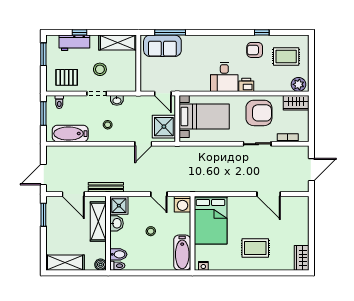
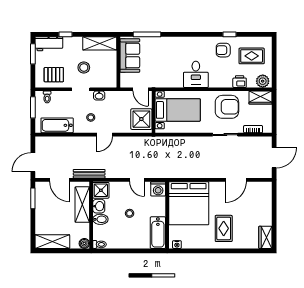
workbench: (74, 43) -> (49, 44), moved
sofa: (162, 46) -> (130, 56), moved, turned -90
printer: (246, 85) -> (240, 82), moved
door: (143, 144) -> (105, 135), moved
door: (269, 194) -> (236, 180), hinge flipped
bed: (211, 220) -> (189, 203), width x1.36
rug: (255, 248) -> (224, 228), turned 90
bidet: (118, 254) -> (100, 219), moved

